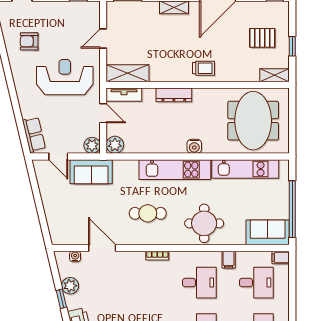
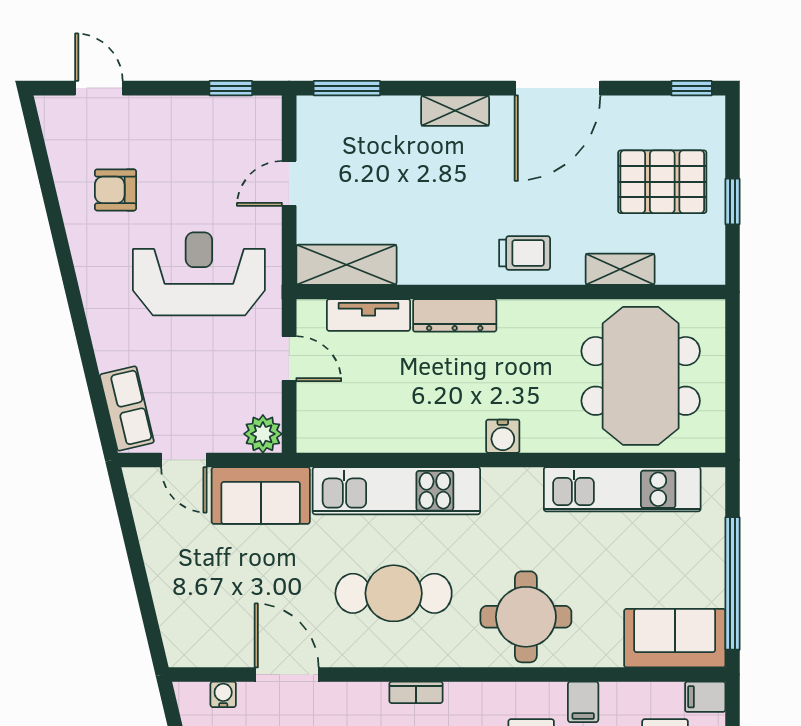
pallet: (262, 38) -> (662, 182), width x1.50, depth x1.42
shelving: (274, 75) -> (620, 269), moved
tv unit: (124, 95) -> (369, 315), moved
plant: (115, 145) -> (317, 433), removed
kitchen unit: (175, 170) -> (396, 491), moved
cafe table: (148, 213) -> (394, 593), width x1.37, depth x1.35

